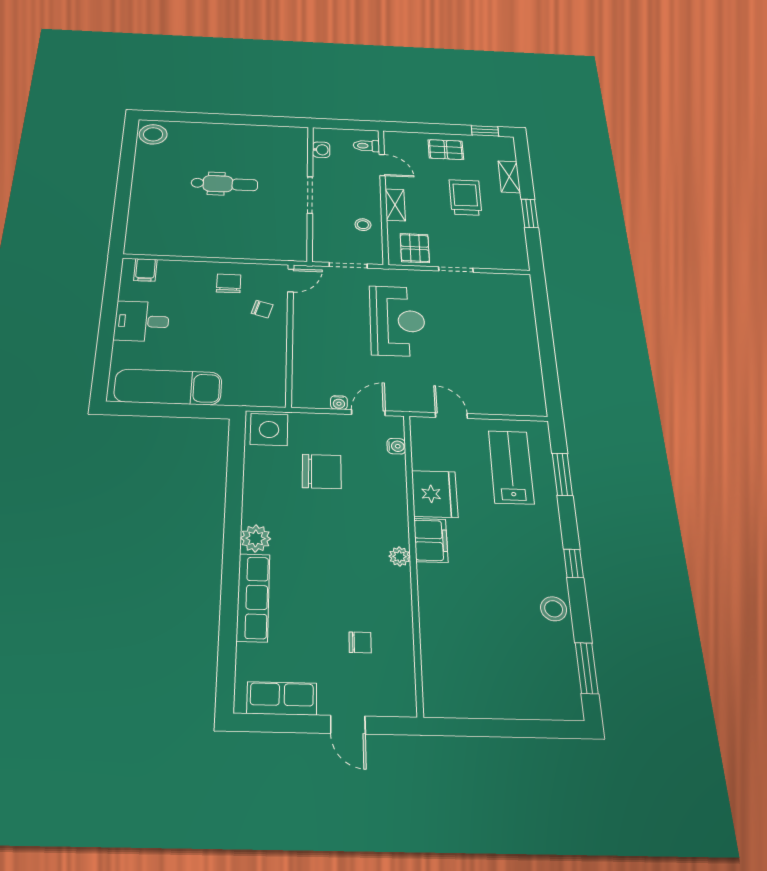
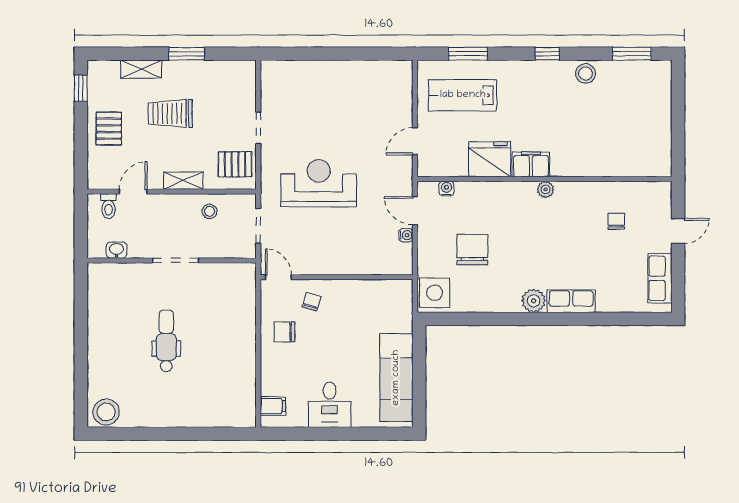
row of seats: (253, 597) -> (571, 301), width x0.68

